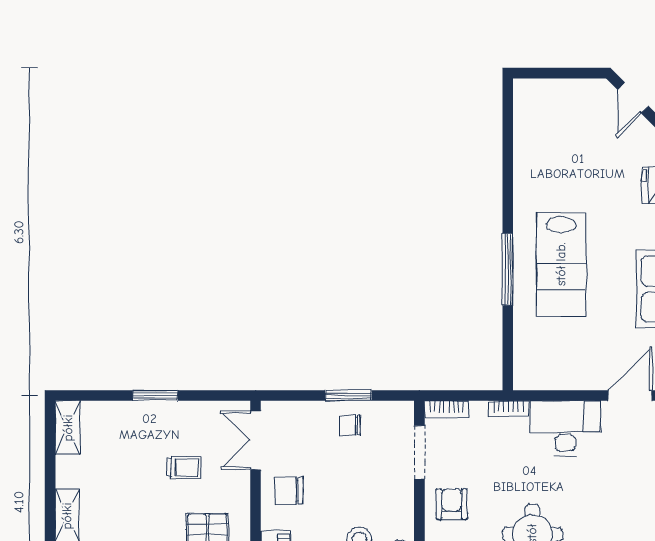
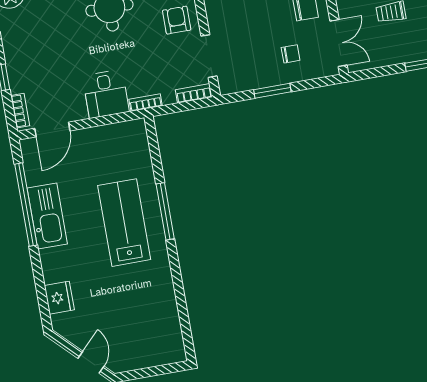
chair: (350, 425) -> (291, 54), moved
desk: (565, 428) -> (106, 94), width x0.73
armchair: (452, 504) -> (177, 20), turned 180

